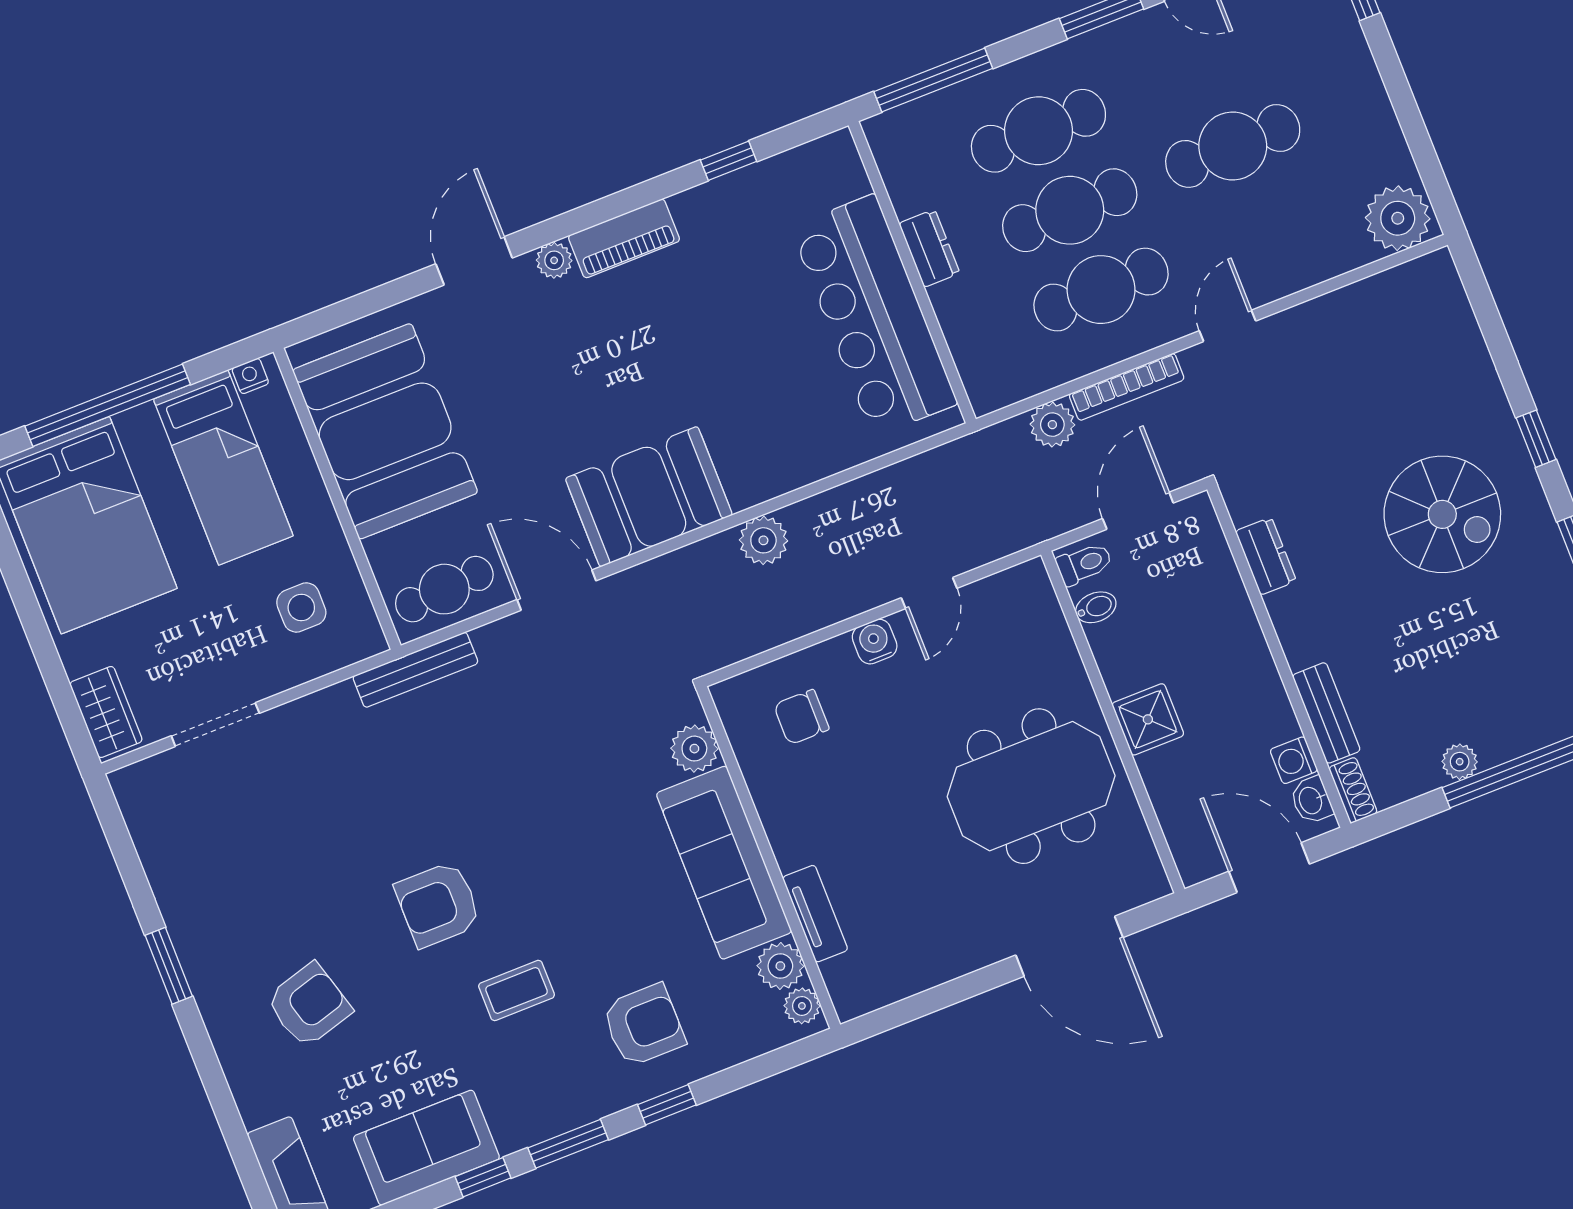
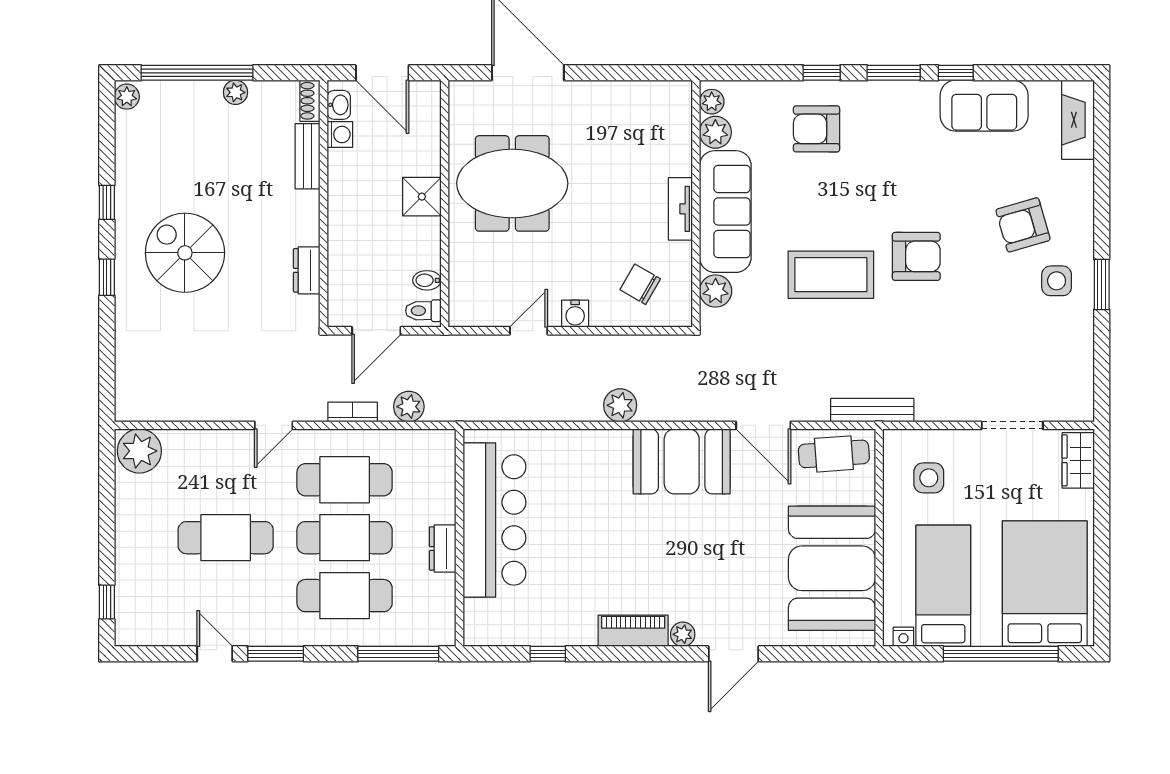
bookcase: (1127, 387) -> (353, 412), width x0.64
chair: (801, 717) -> (640, 284), turned -150
tv unit: (815, 914) -> (680, 209), moved
side table: (233, 947) -> (1057, 281), added
coffee table: (517, 990) -> (831, 275), moved, width x1.86, depth x1.72

